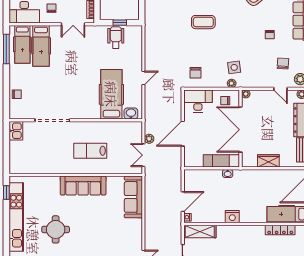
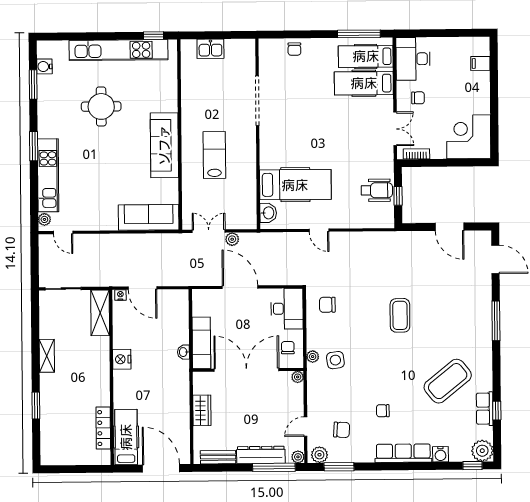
double door: (73, 24) -> (395, 129), swing flipped
kitchen sink: (16, 131) -> (210, 49), moved

